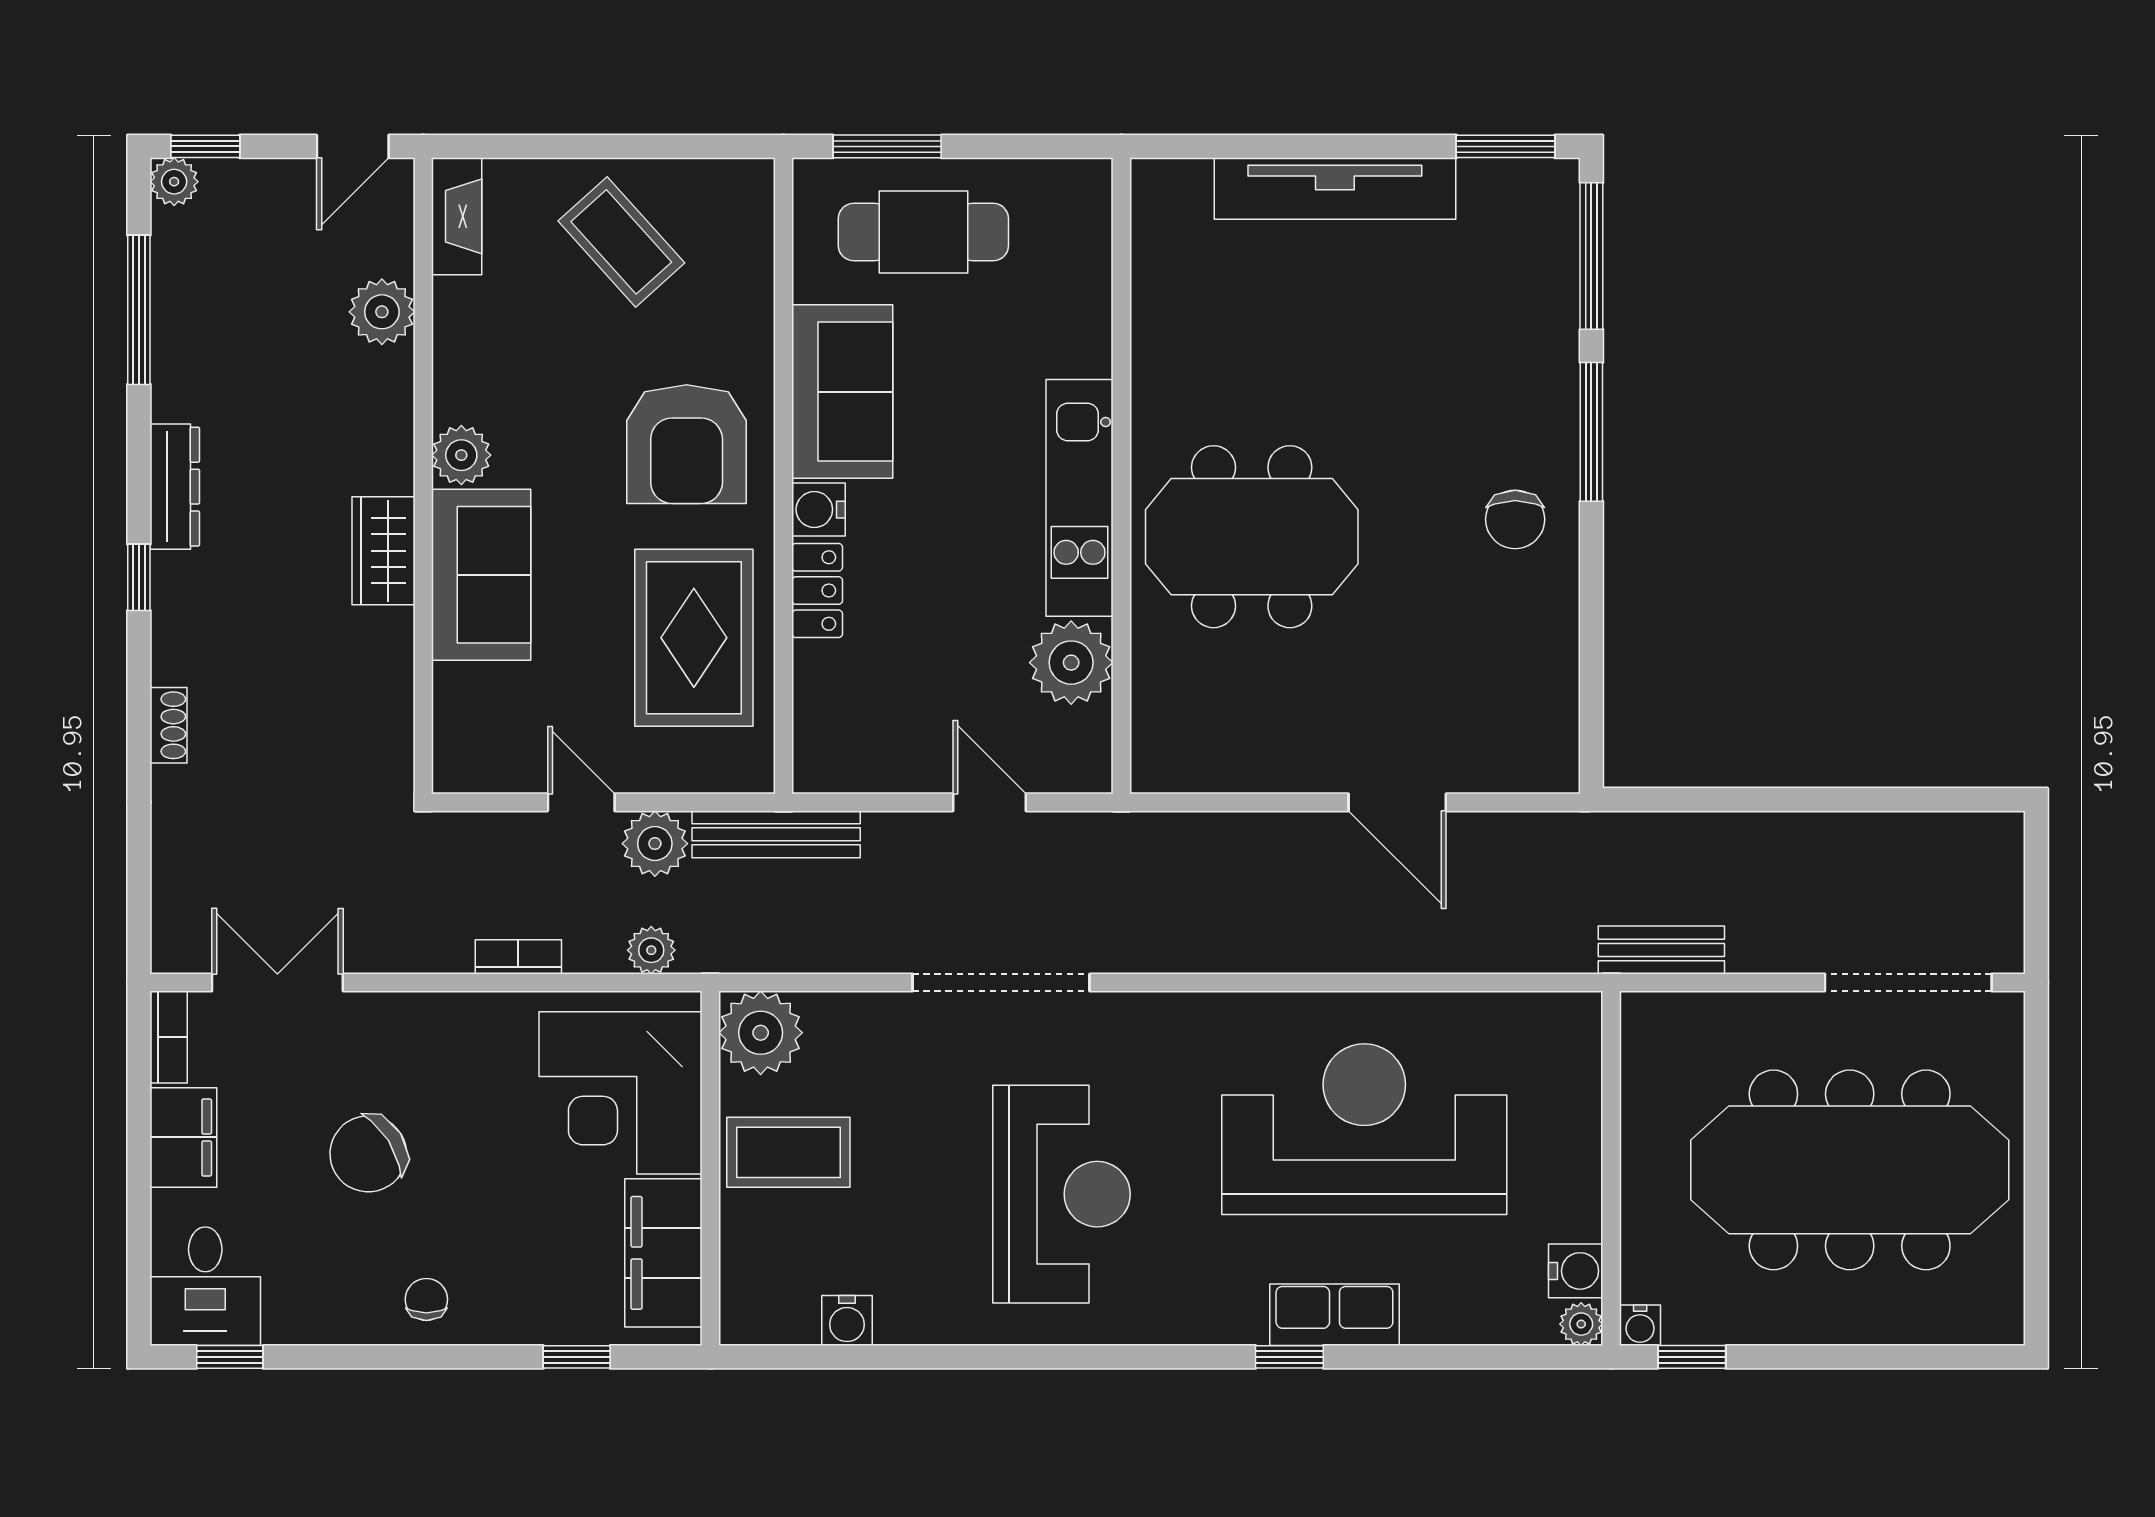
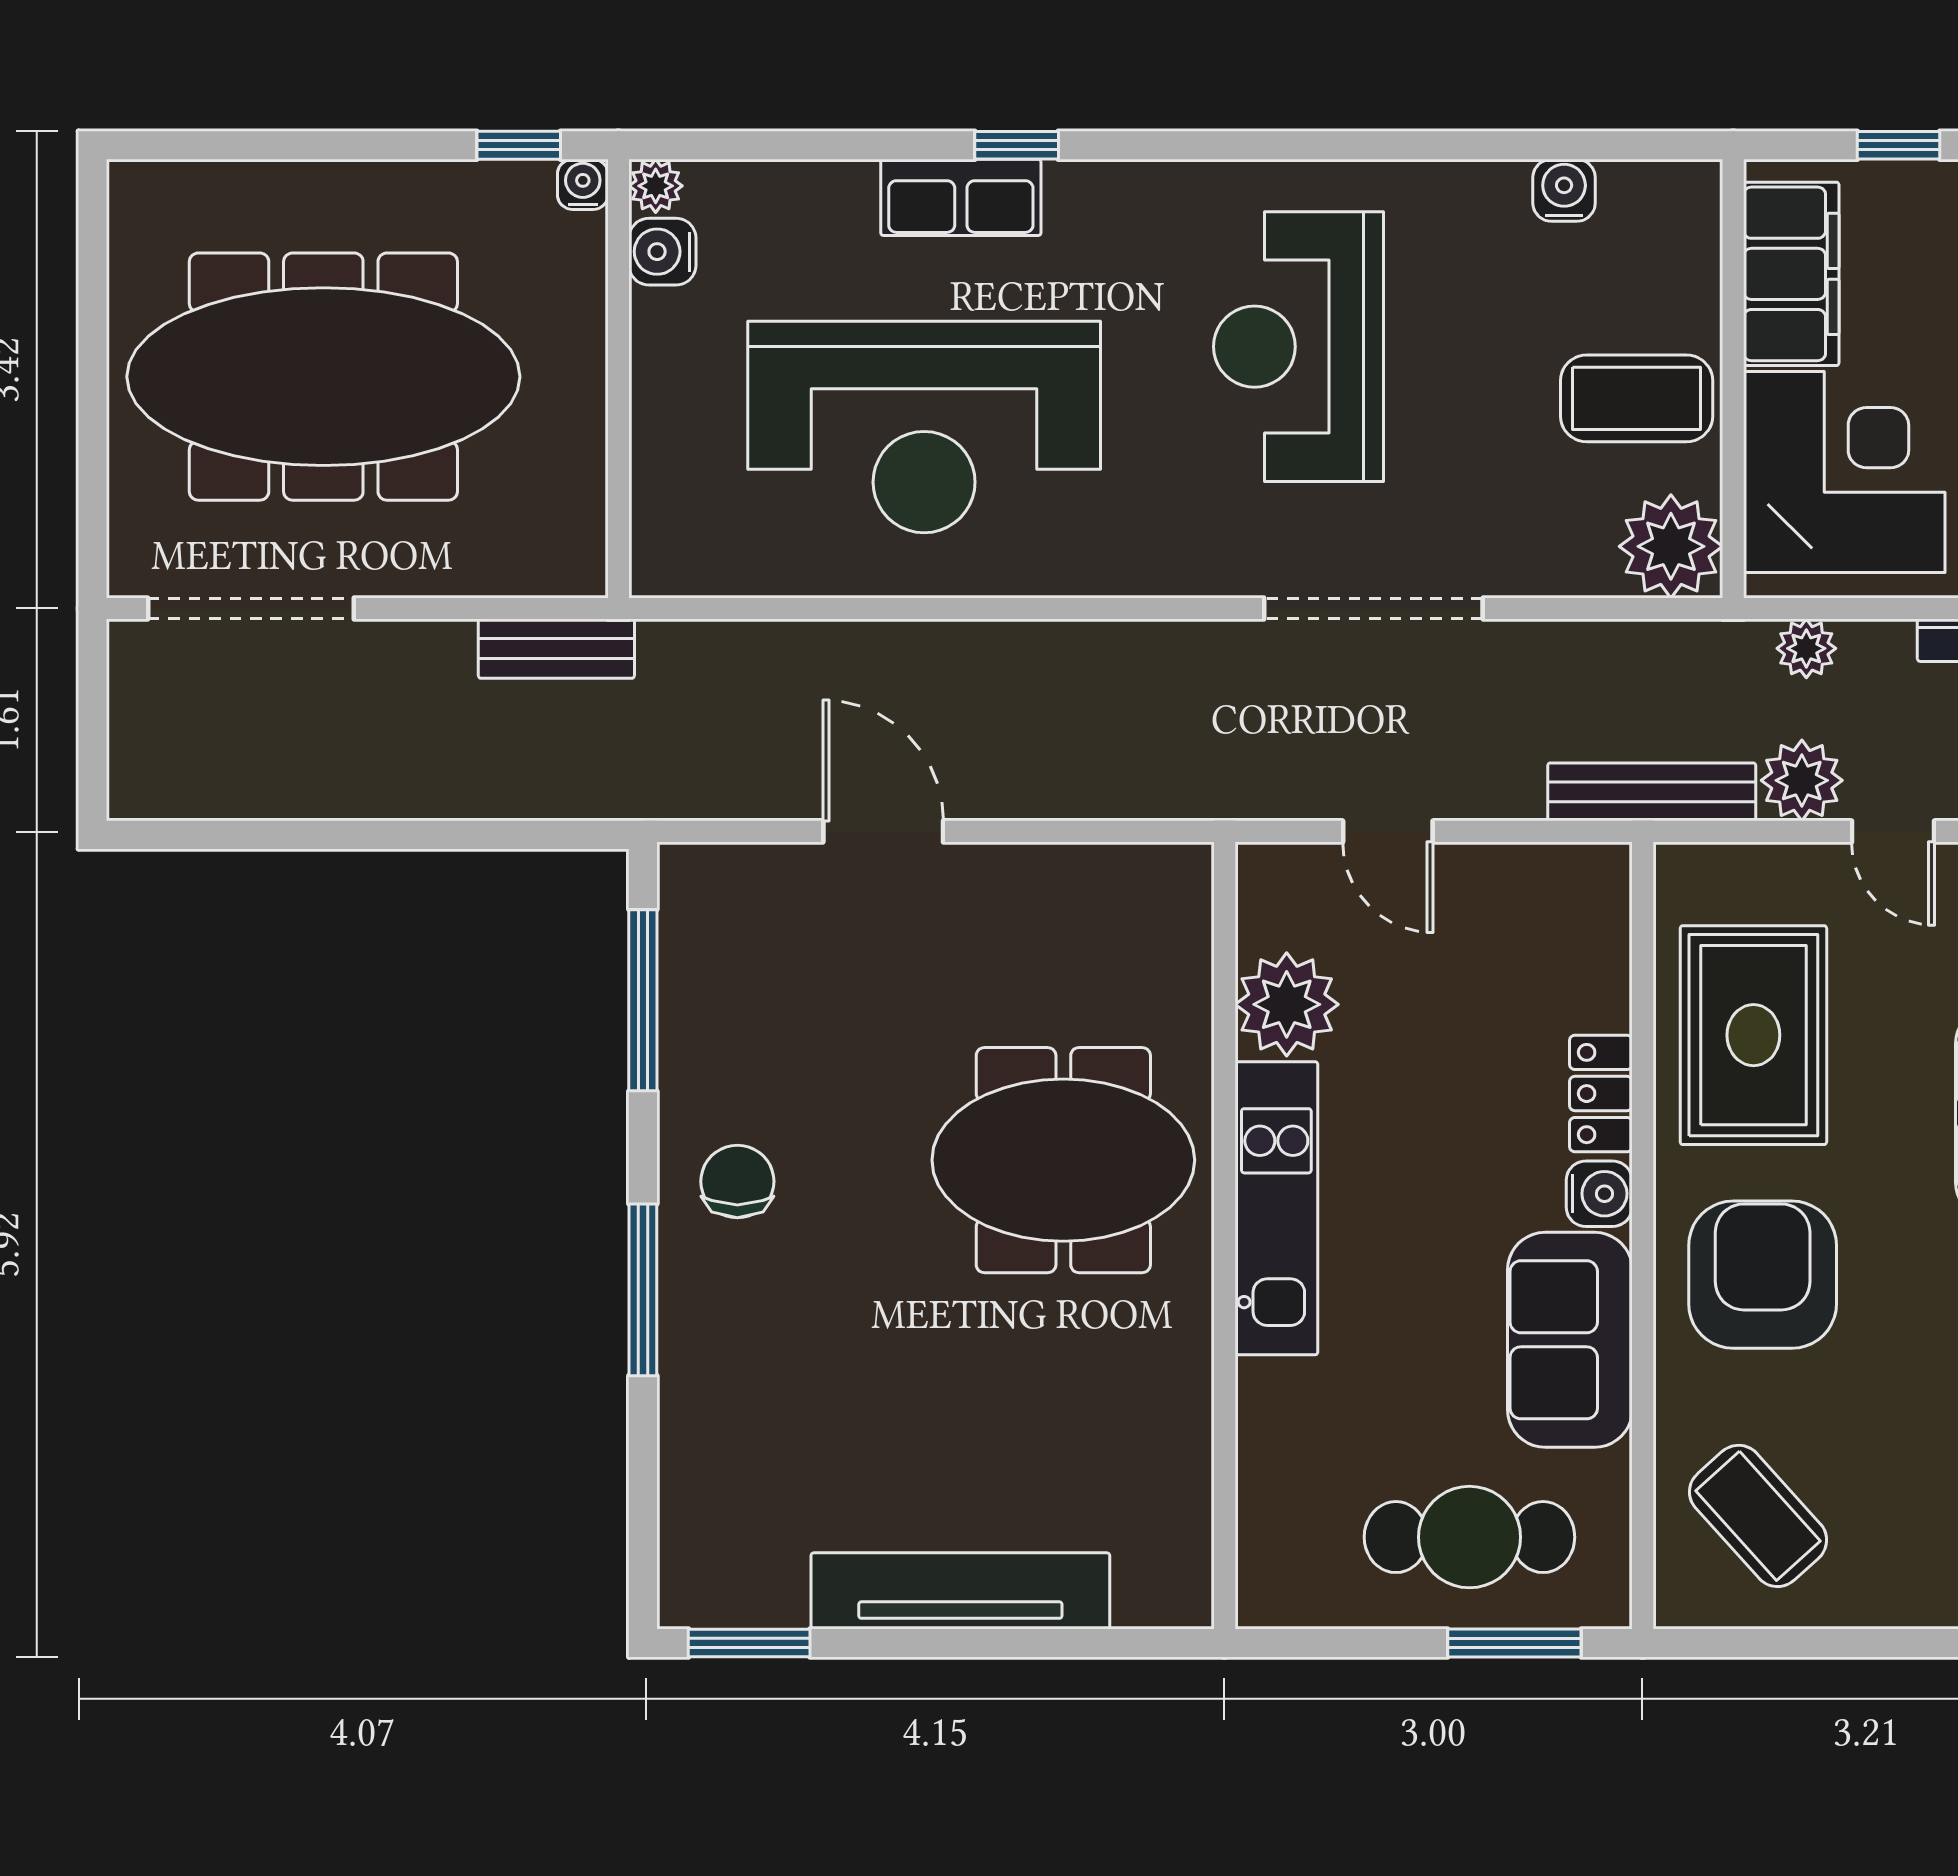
coffee table: (621, 242) -> (1758, 1516), moved
window: (1591, 256) -> (643, 1000), moved

